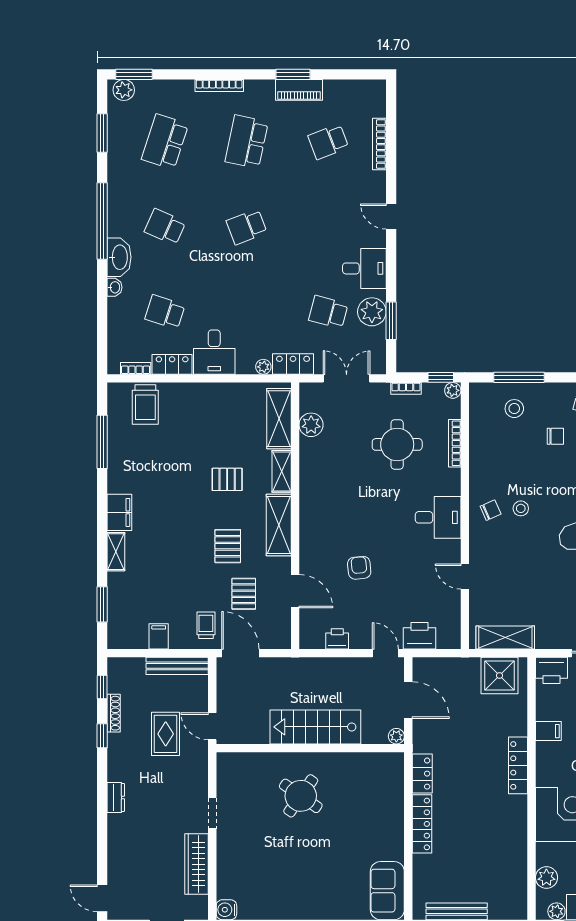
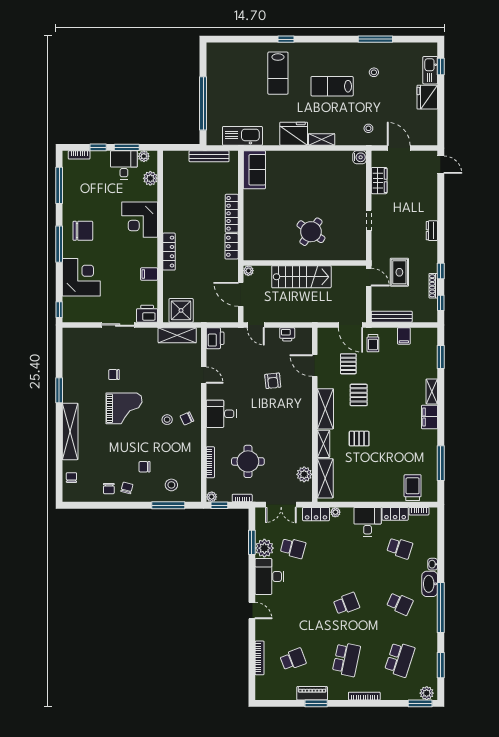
desk: (364, 268) -> (269, 576), width x1.37
printer: (419, 636) -> (215, 338), moved, turned -90
wardrobe: (197, 864) -> (379, 181), width x0.67

